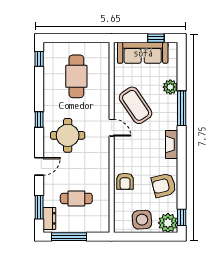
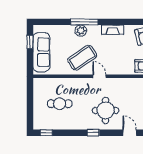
cafe table: (76, 76) -> (60, 104), width x0.73, depth x0.74
plant: (170, 87) -> (81, 31), moved
door: (112, 128) -> (99, 76), hinge flipped

